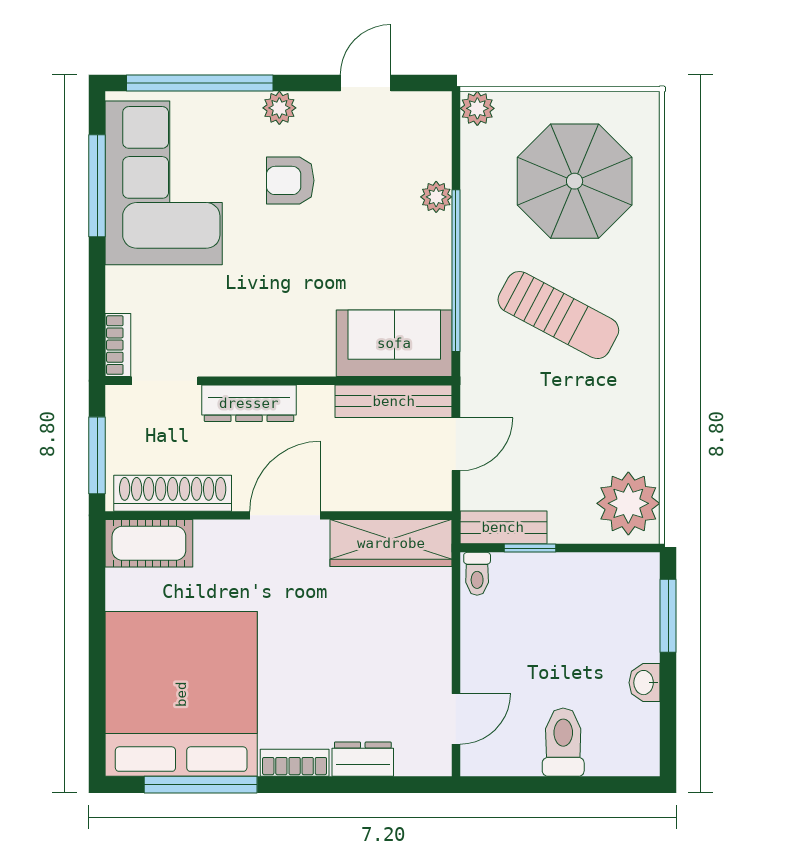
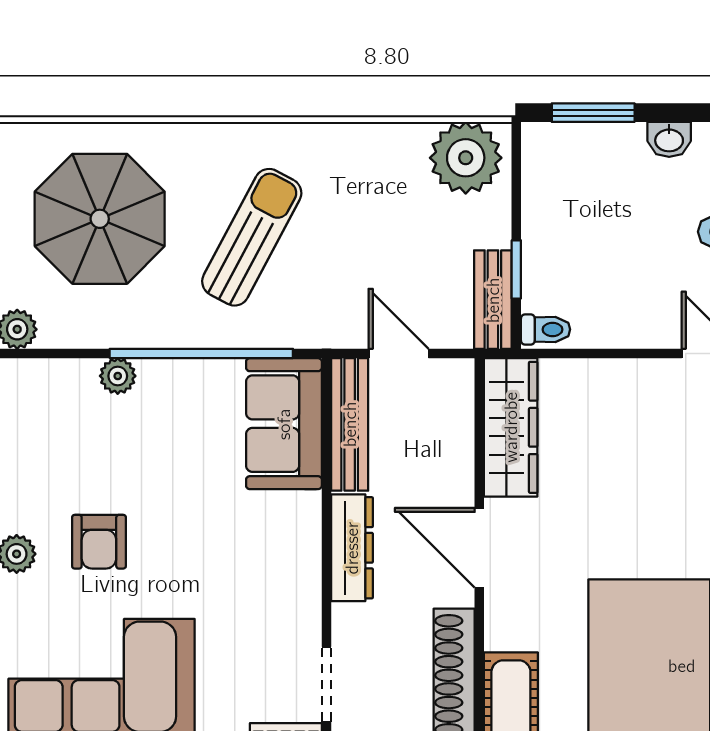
dresser: (249, 403) -> (352, 548), moved

